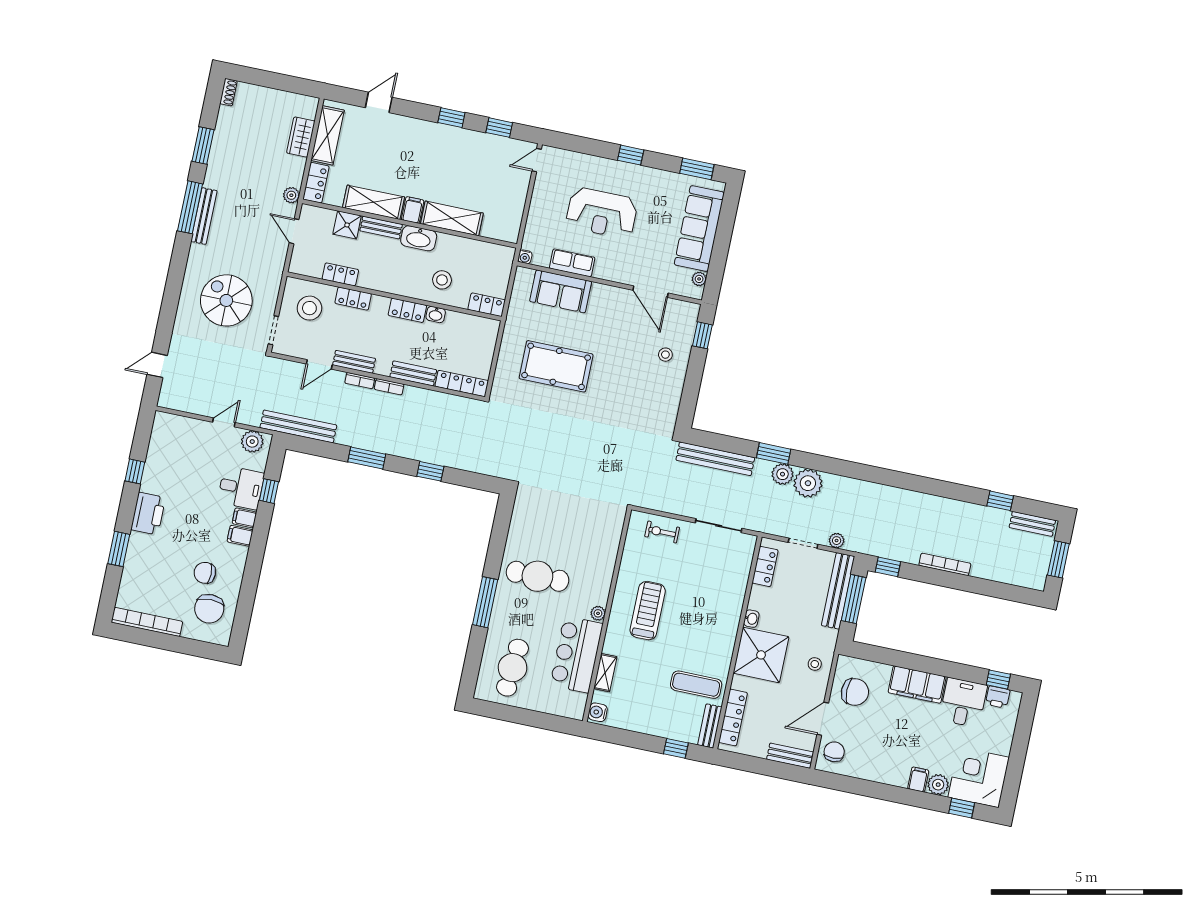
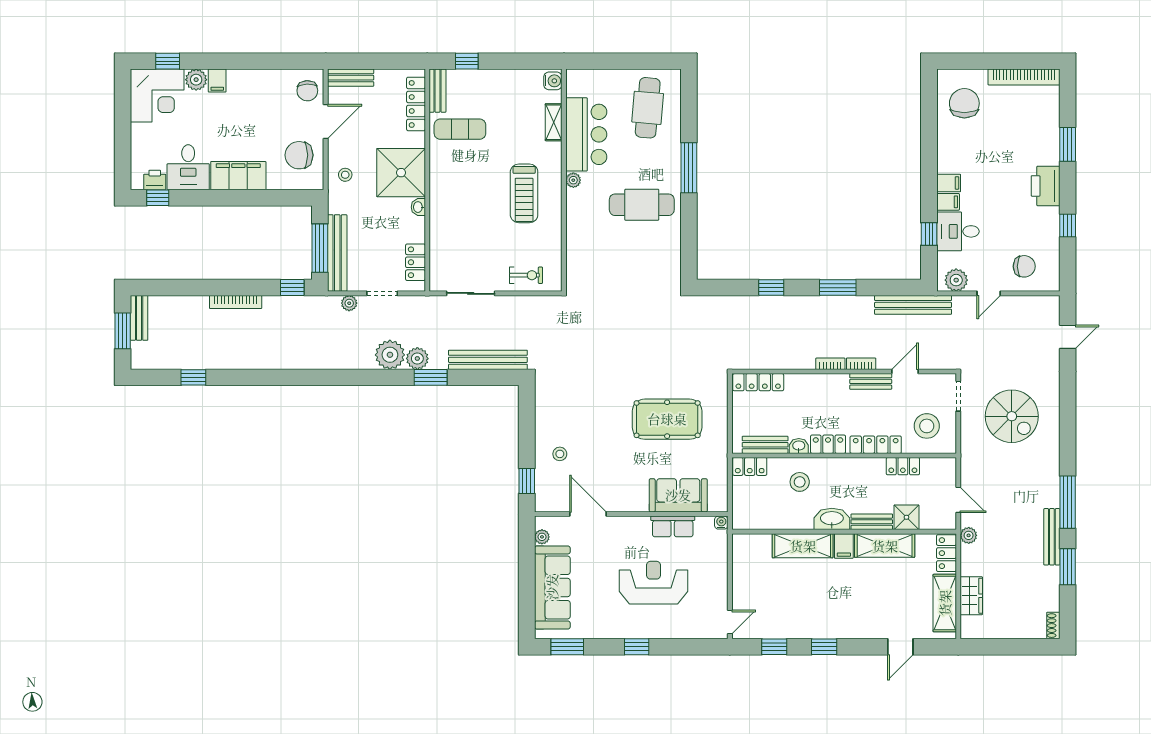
bench: (204, 216) -> (1052, 537), moved
locker: (353, 299) -> (876, 445), width x1.53
bench: (413, 373) -> (765, 445), moved
bench: (1032, 524) -> (139, 318), moved, turned 90
chair: (205, 573) -> (1024, 266), moved

